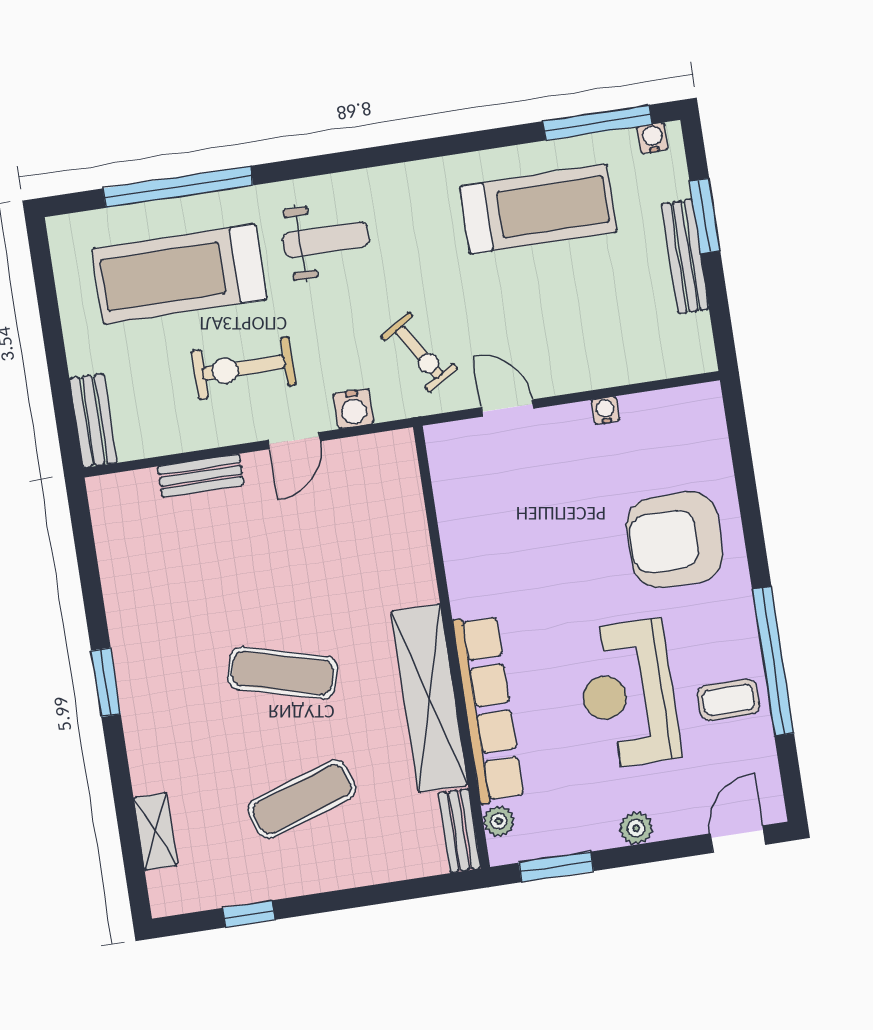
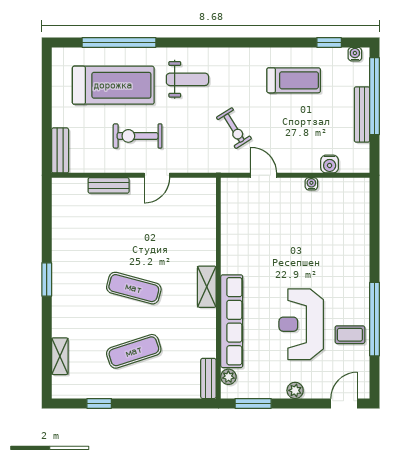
window: (598, 123) -> (329, 42), width x0.46
treadmill: (538, 209) -> (294, 80), width x0.73, depth x0.73
window: (705, 216) -> (375, 96), width x2.11
treadmill: (179, 274) -> (113, 85), turned 180
exercise bike: (419, 352) -> (234, 128), moved
water cooler: (354, 409) -> (330, 164), moved
armchair: (675, 540) -> (336, 252), removed
shelving: (429, 698) -> (207, 287), width x0.45, depth x0.75

